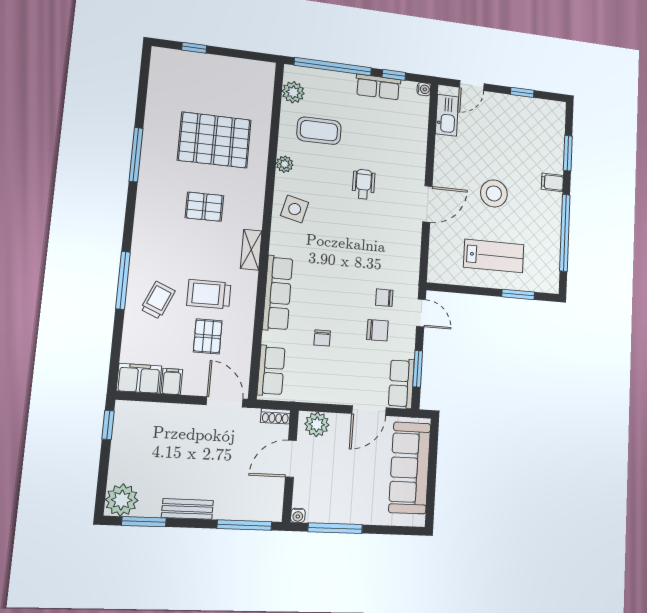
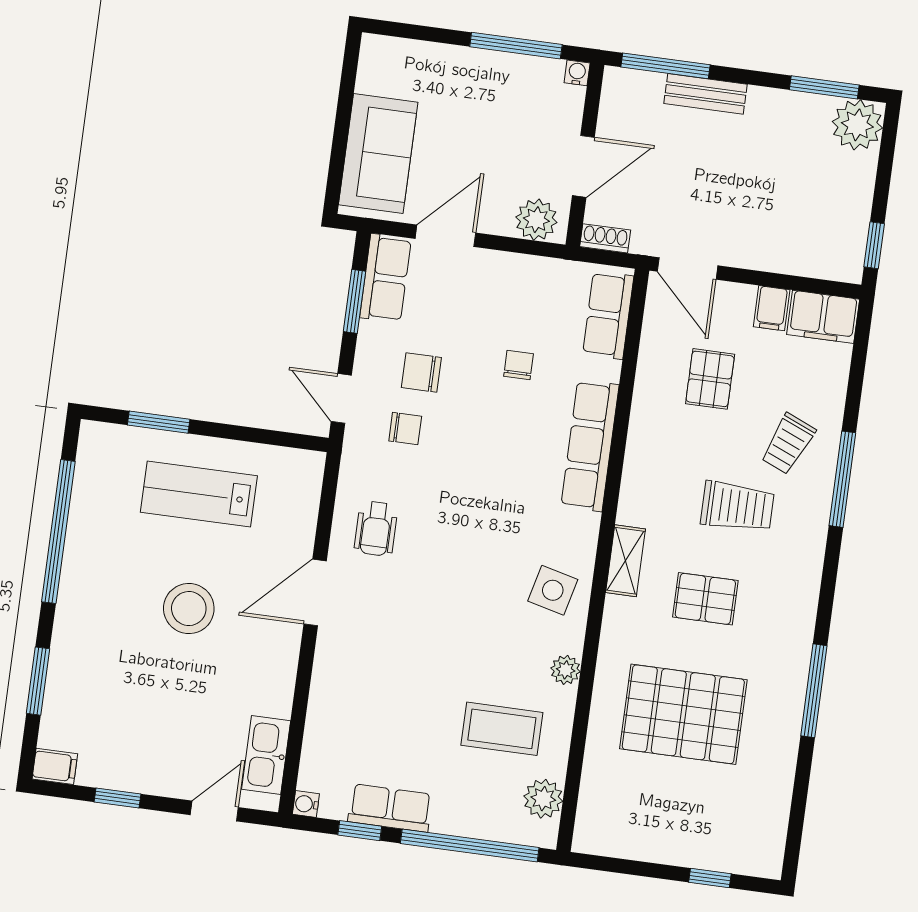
filing cabinet: (552, 182) -> (55, 766), moved
wheelchair: (364, 184) -> (376, 529), moved
shelving: (251, 250) -> (625, 561), moved
trolley: (209, 294) -> (737, 507), moved
sofa: (410, 468) -> (378, 154), width x0.73
bench: (187, 509) -> (706, 94), moved

